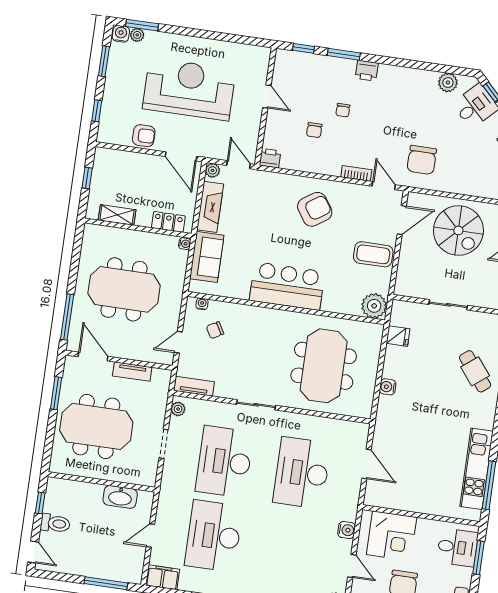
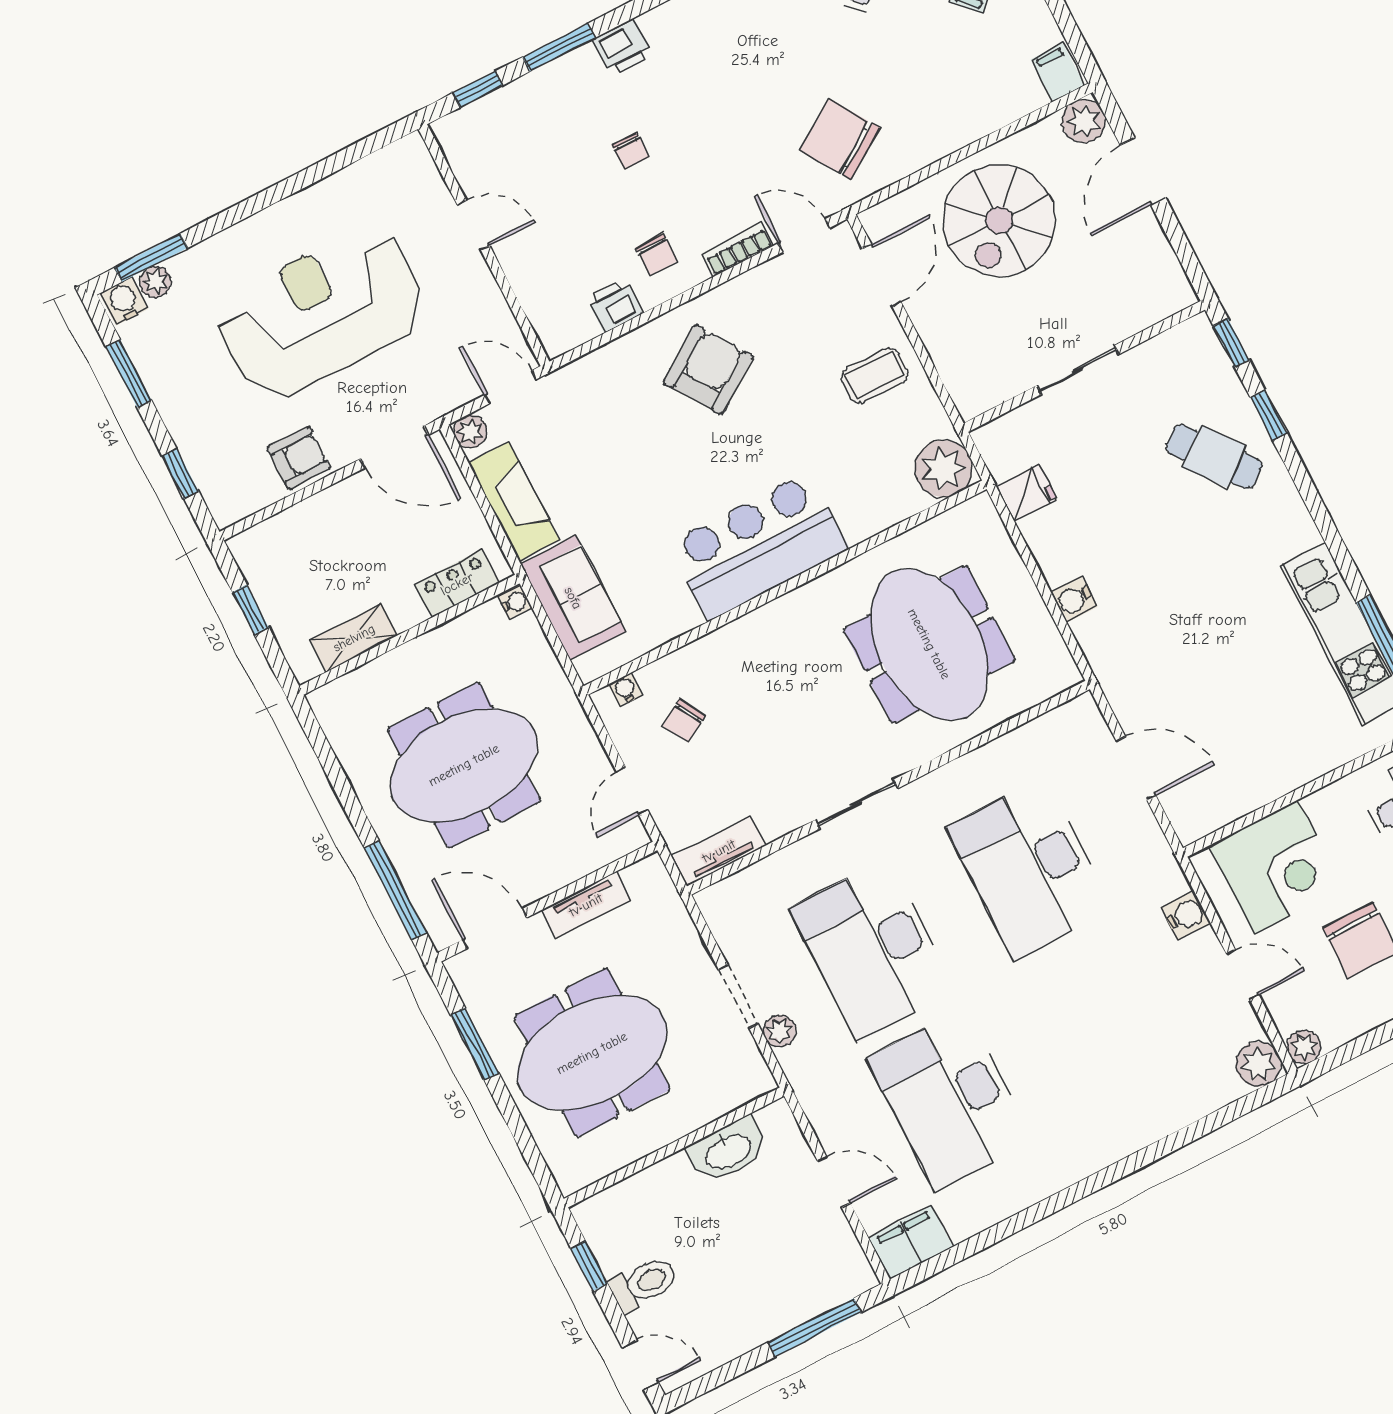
chair: (314, 130) -> (656, 254), moved
printer: (270, 158) -> (615, 306), moved
chair: (422, 160) -> (840, 139), turned 147
spiral stairs: (458, 230) -> (999, 220), turned 90
coffee table: (373, 254) -> (874, 375), width x0.73, depth x0.77
plant: (178, 409) -> (780, 1031), moved
door: (150, 536) -> (834, 1182), swing flipped

